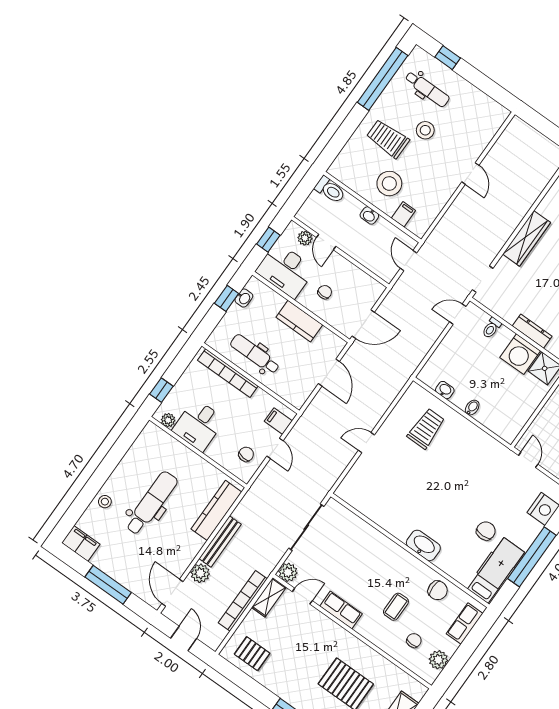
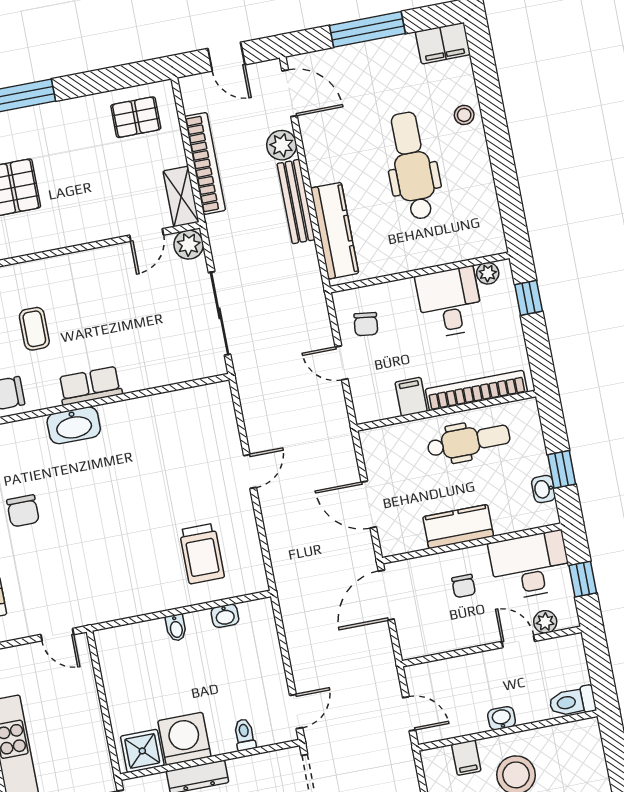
filing cabinet: (278, 421) -> (411, 397), moved, turned -90
dental chair: (152, 503) -> (412, 166), turned 180
row of seats: (341, 610) -> (90, 386), moved, turned 180

